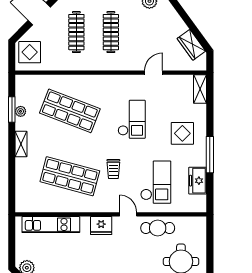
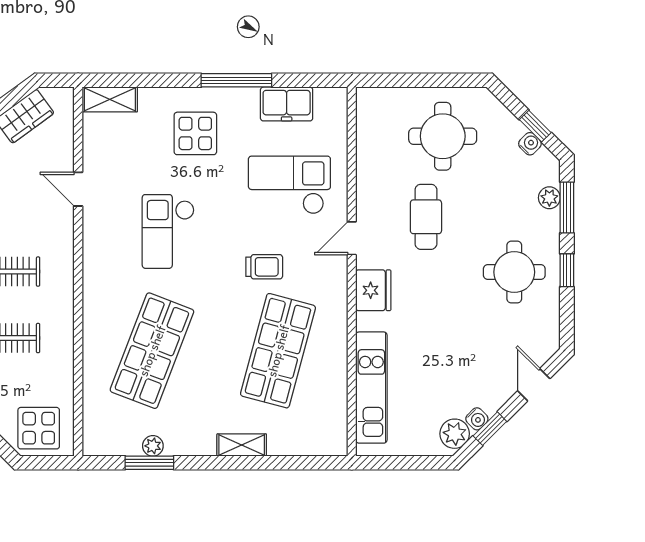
checkout: (132, 119) -> (168, 231), turned -90
shelving: (21, 144) -> (242, 445), moved
cafe table: (158, 228) -> (426, 217), moved

